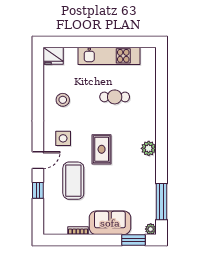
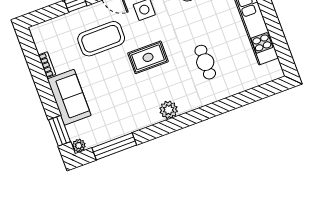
cafe table: (115, 97) -> (205, 62), moved

